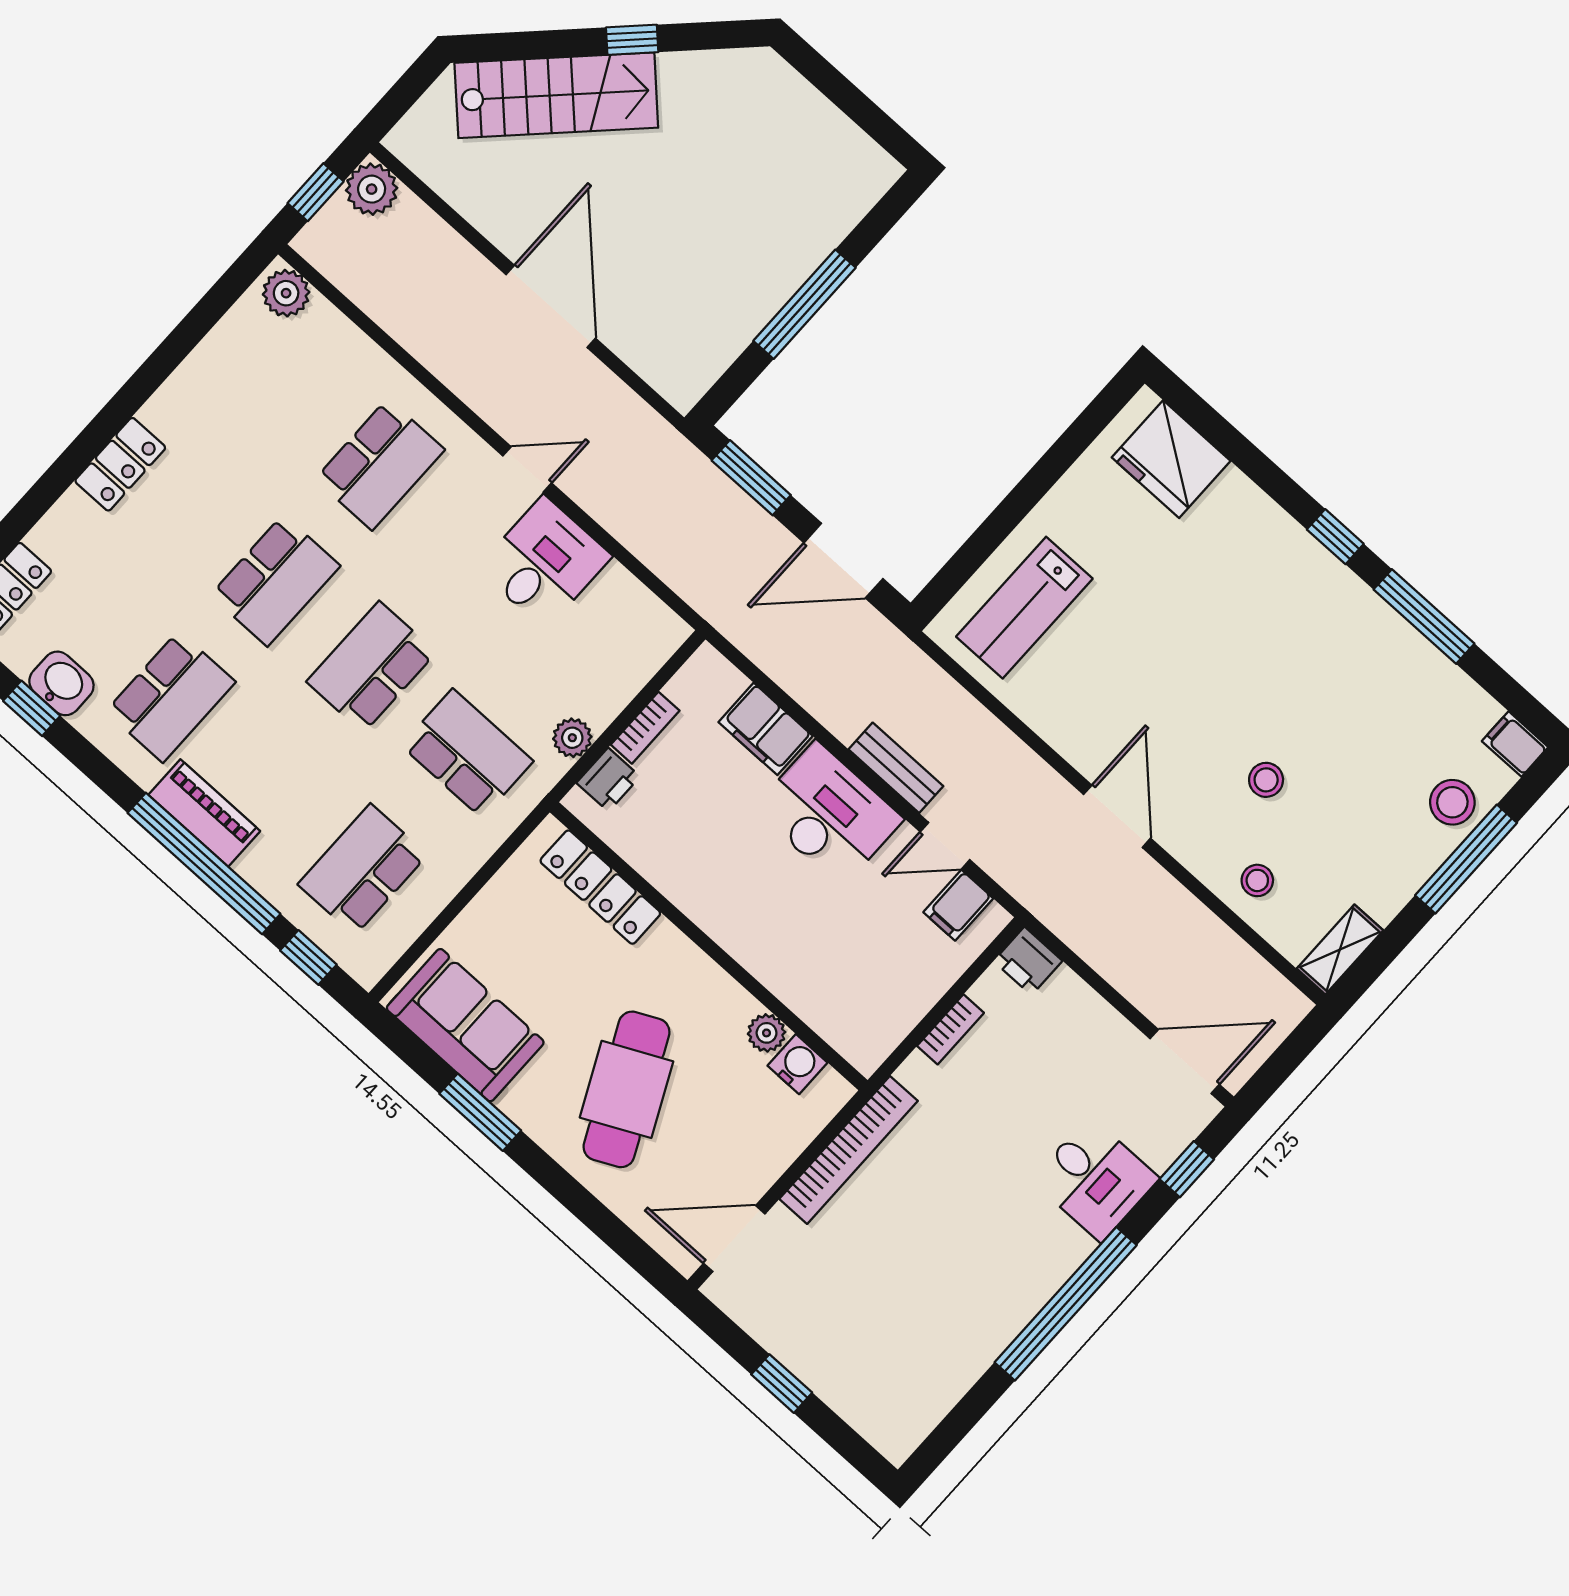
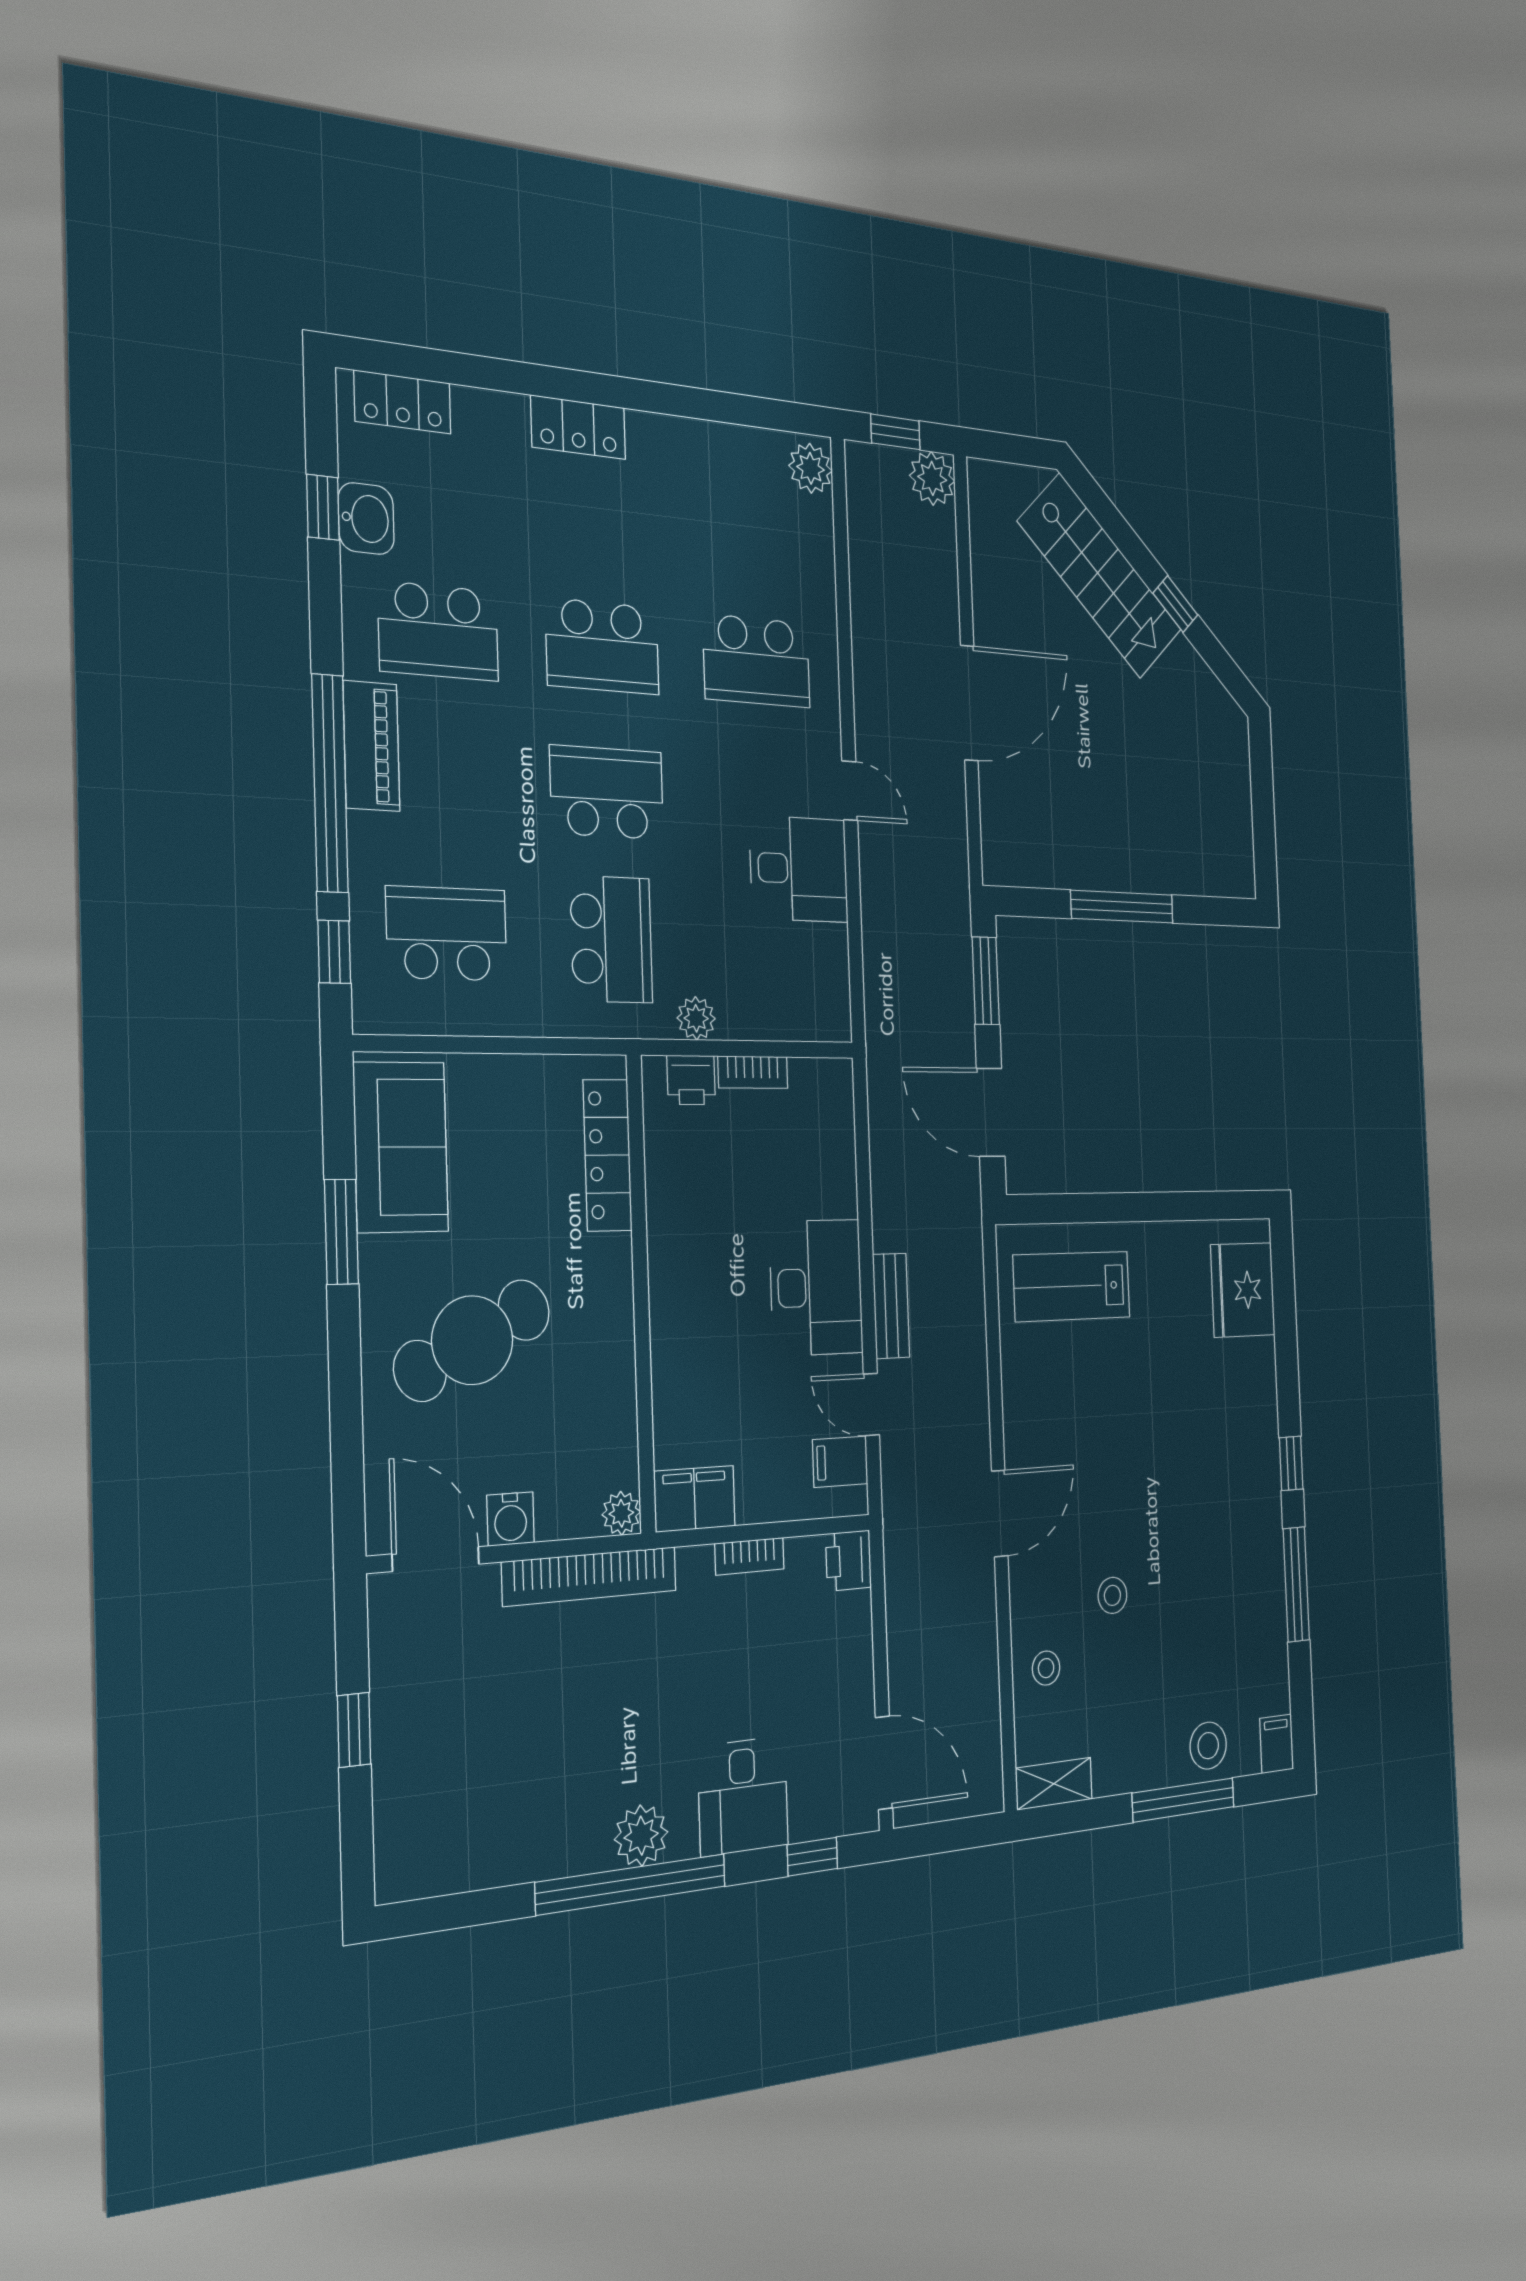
filing cabinet: (766, 729) -> (695, 1499), moved, turned 90
plant: (767, 1033) -> (621, 1513), moved
water cooler: (798, 1064) -> (511, 1519), moved, turned 90
plant: (1043, 1269) -> (641, 1836), added

